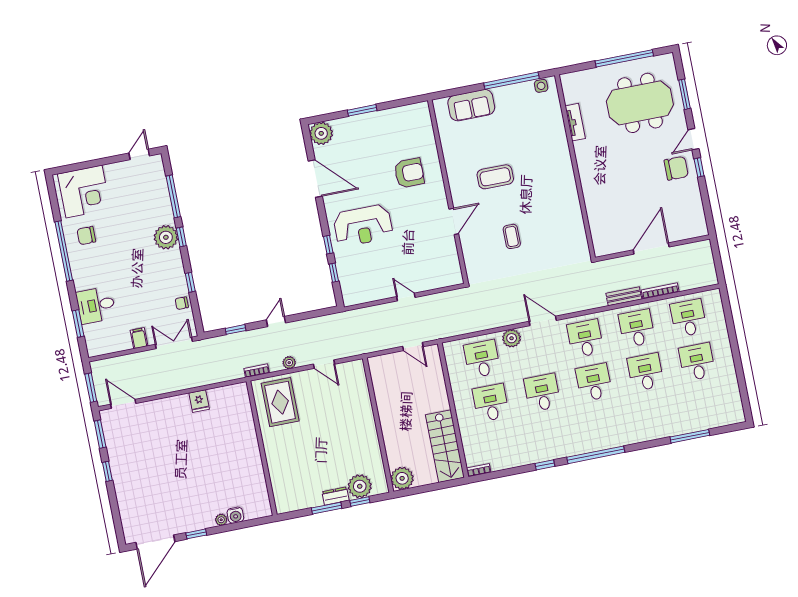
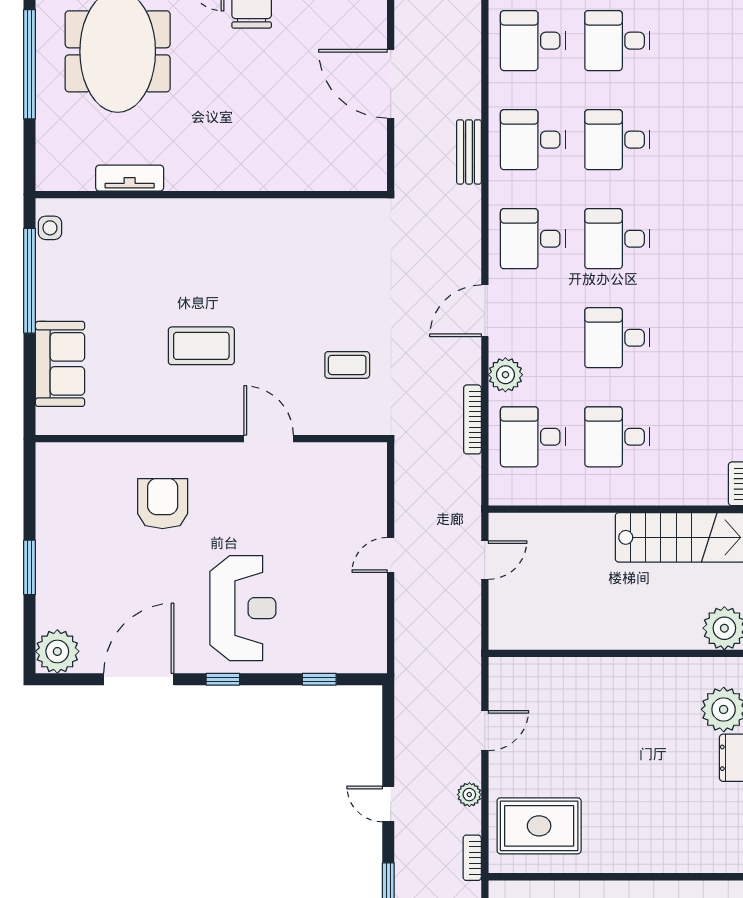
coffee table: (495, 177) -> (201, 346), turned 90
coffee table: (512, 236) -> (347, 365), moved
window: (328, 245) -> (223, 679), moved
bookcase: (660, 291) -> (472, 419), moved

